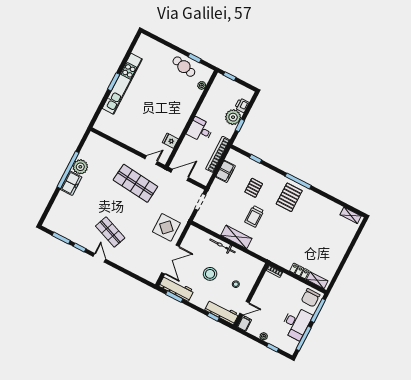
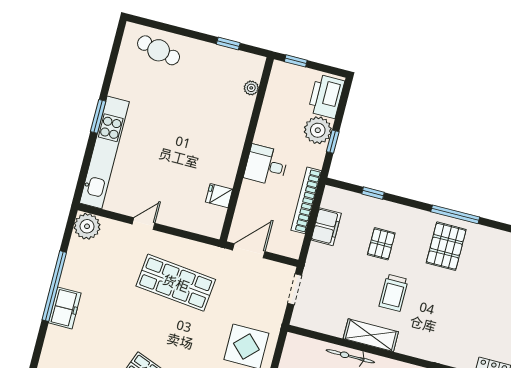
cafe table: (184, 67) -> (159, 50), moved
kitchen unit: (122, 84) -> (104, 152), moved
printer: (242, 105) -> (326, 96), width x1.87, depth x1.48
door: (151, 160) -> (144, 224), moved
plant: (80, 167) -> (87, 226), moved

